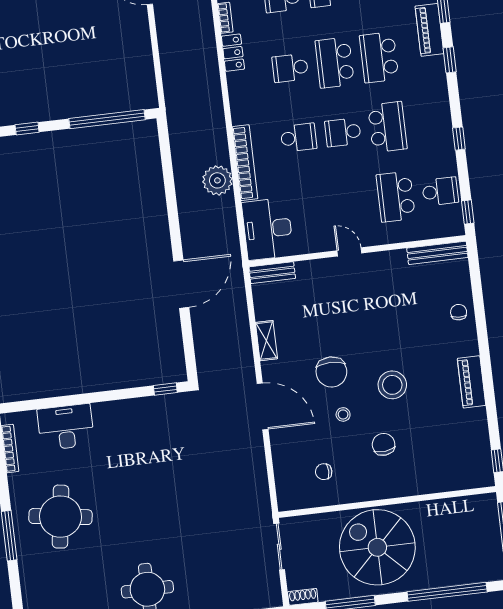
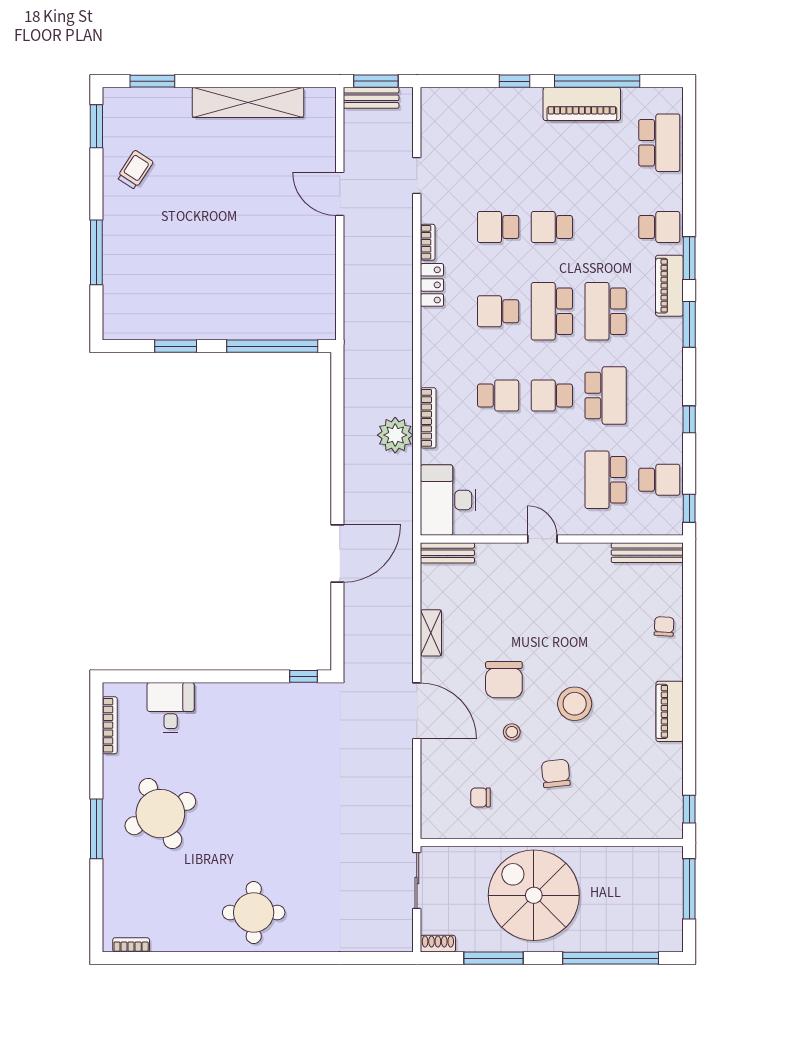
window: (450, 60) -> (689, 324), width x1.50
window: (27, 129) -> (176, 346), width x1.50
bookcase: (245, 163) -> (428, 418), width x0.68, depth x0.76
desk: (66, 427) -> (171, 708), width x0.73
round table: (61, 517) -> (160, 814), turned -33

